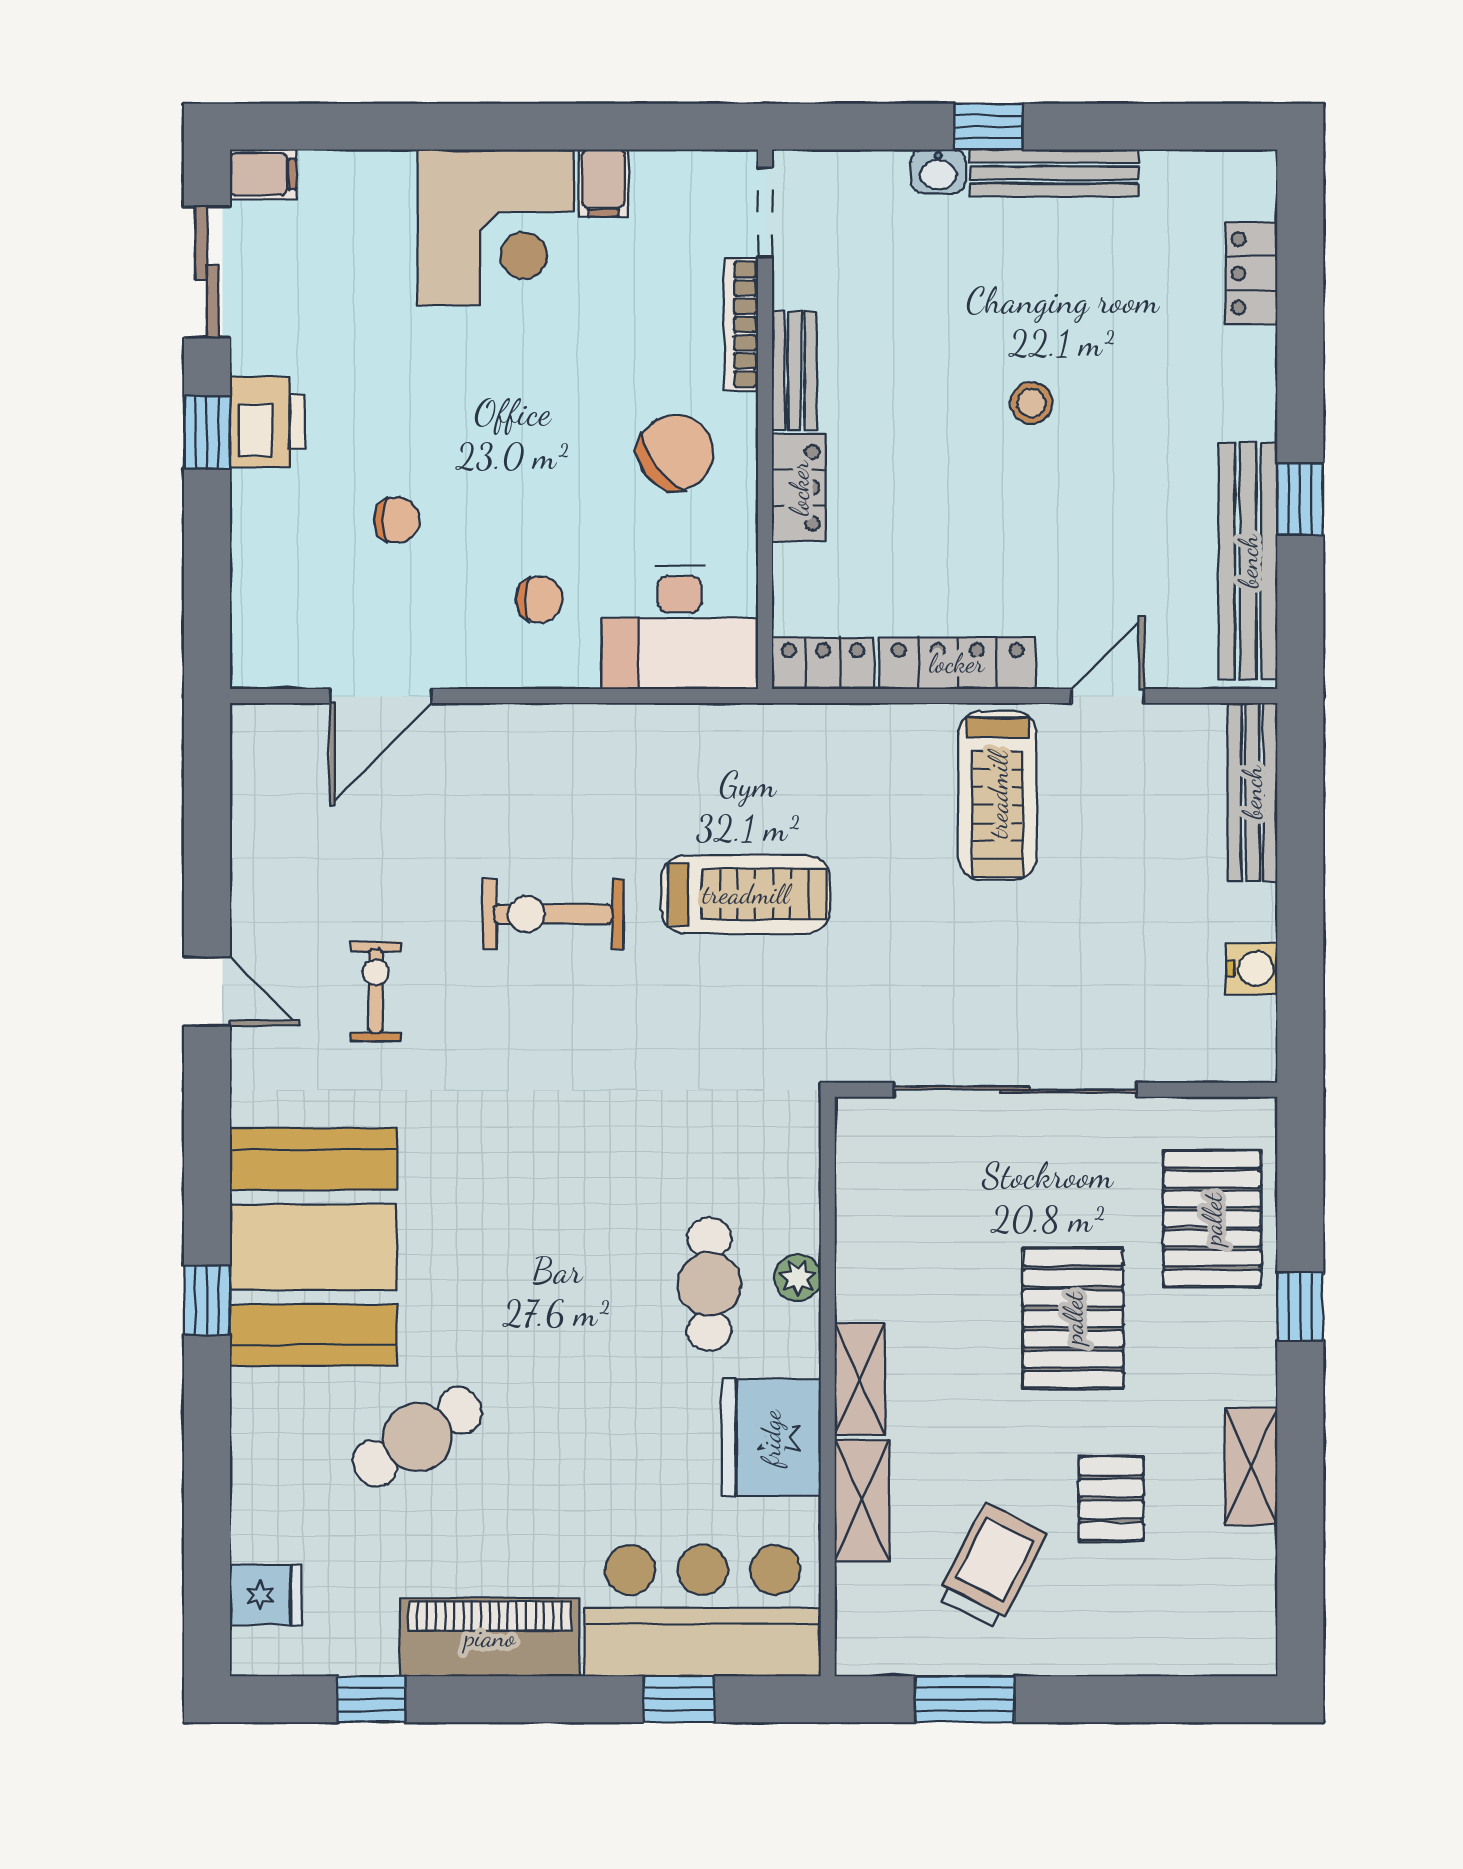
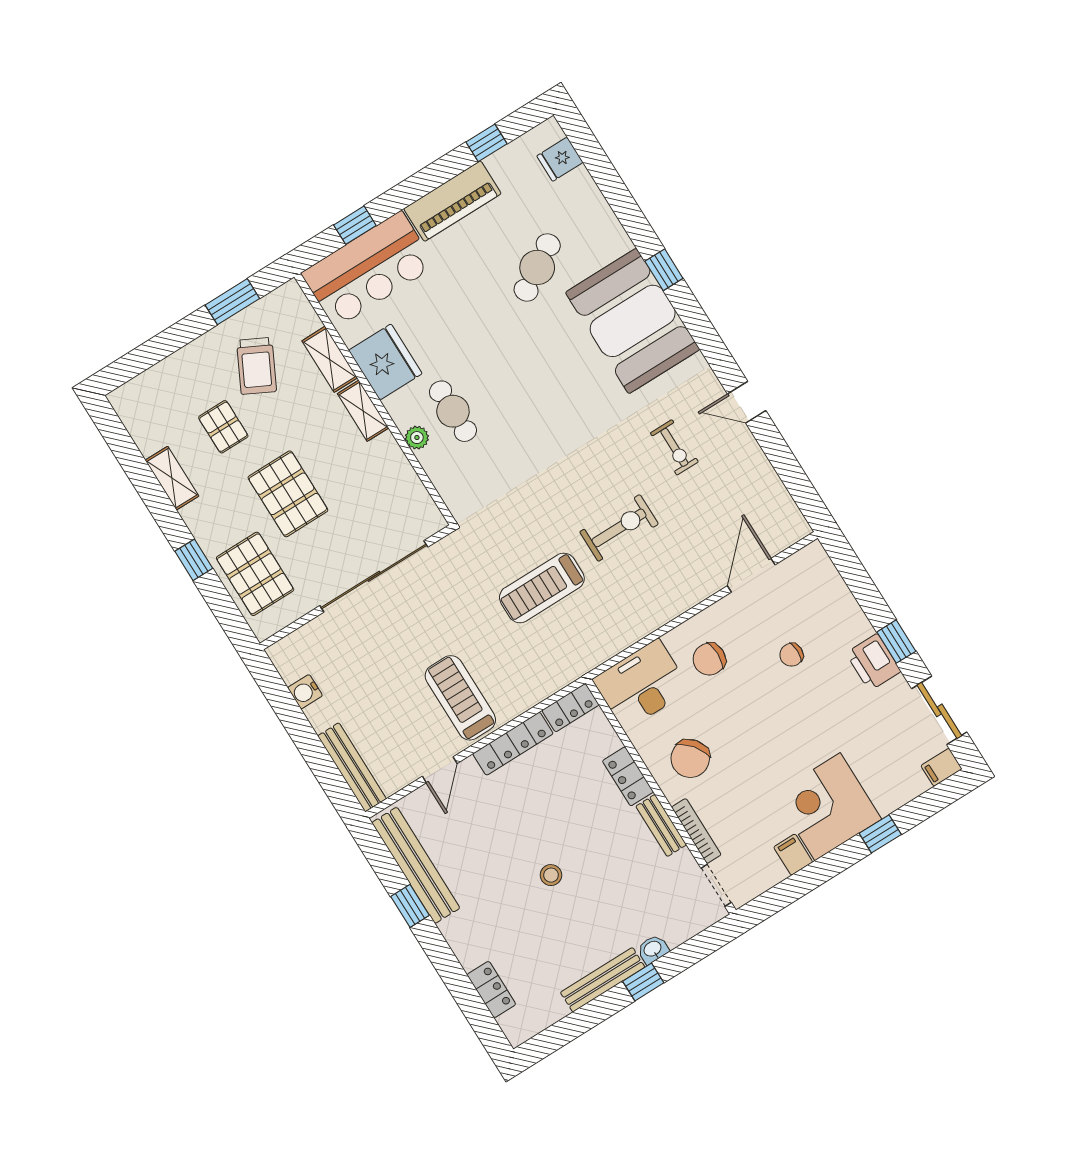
window: (436, 127) -> (880, 834), added
chair: (539, 599) -> (709, 659), width x1.37, depth x1.37

